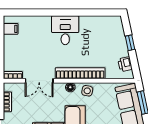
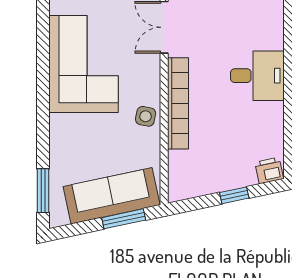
printer: (125, 64) -> (269, 170), moved
floor lamp: (70, 87) -> (152, 85), removed

